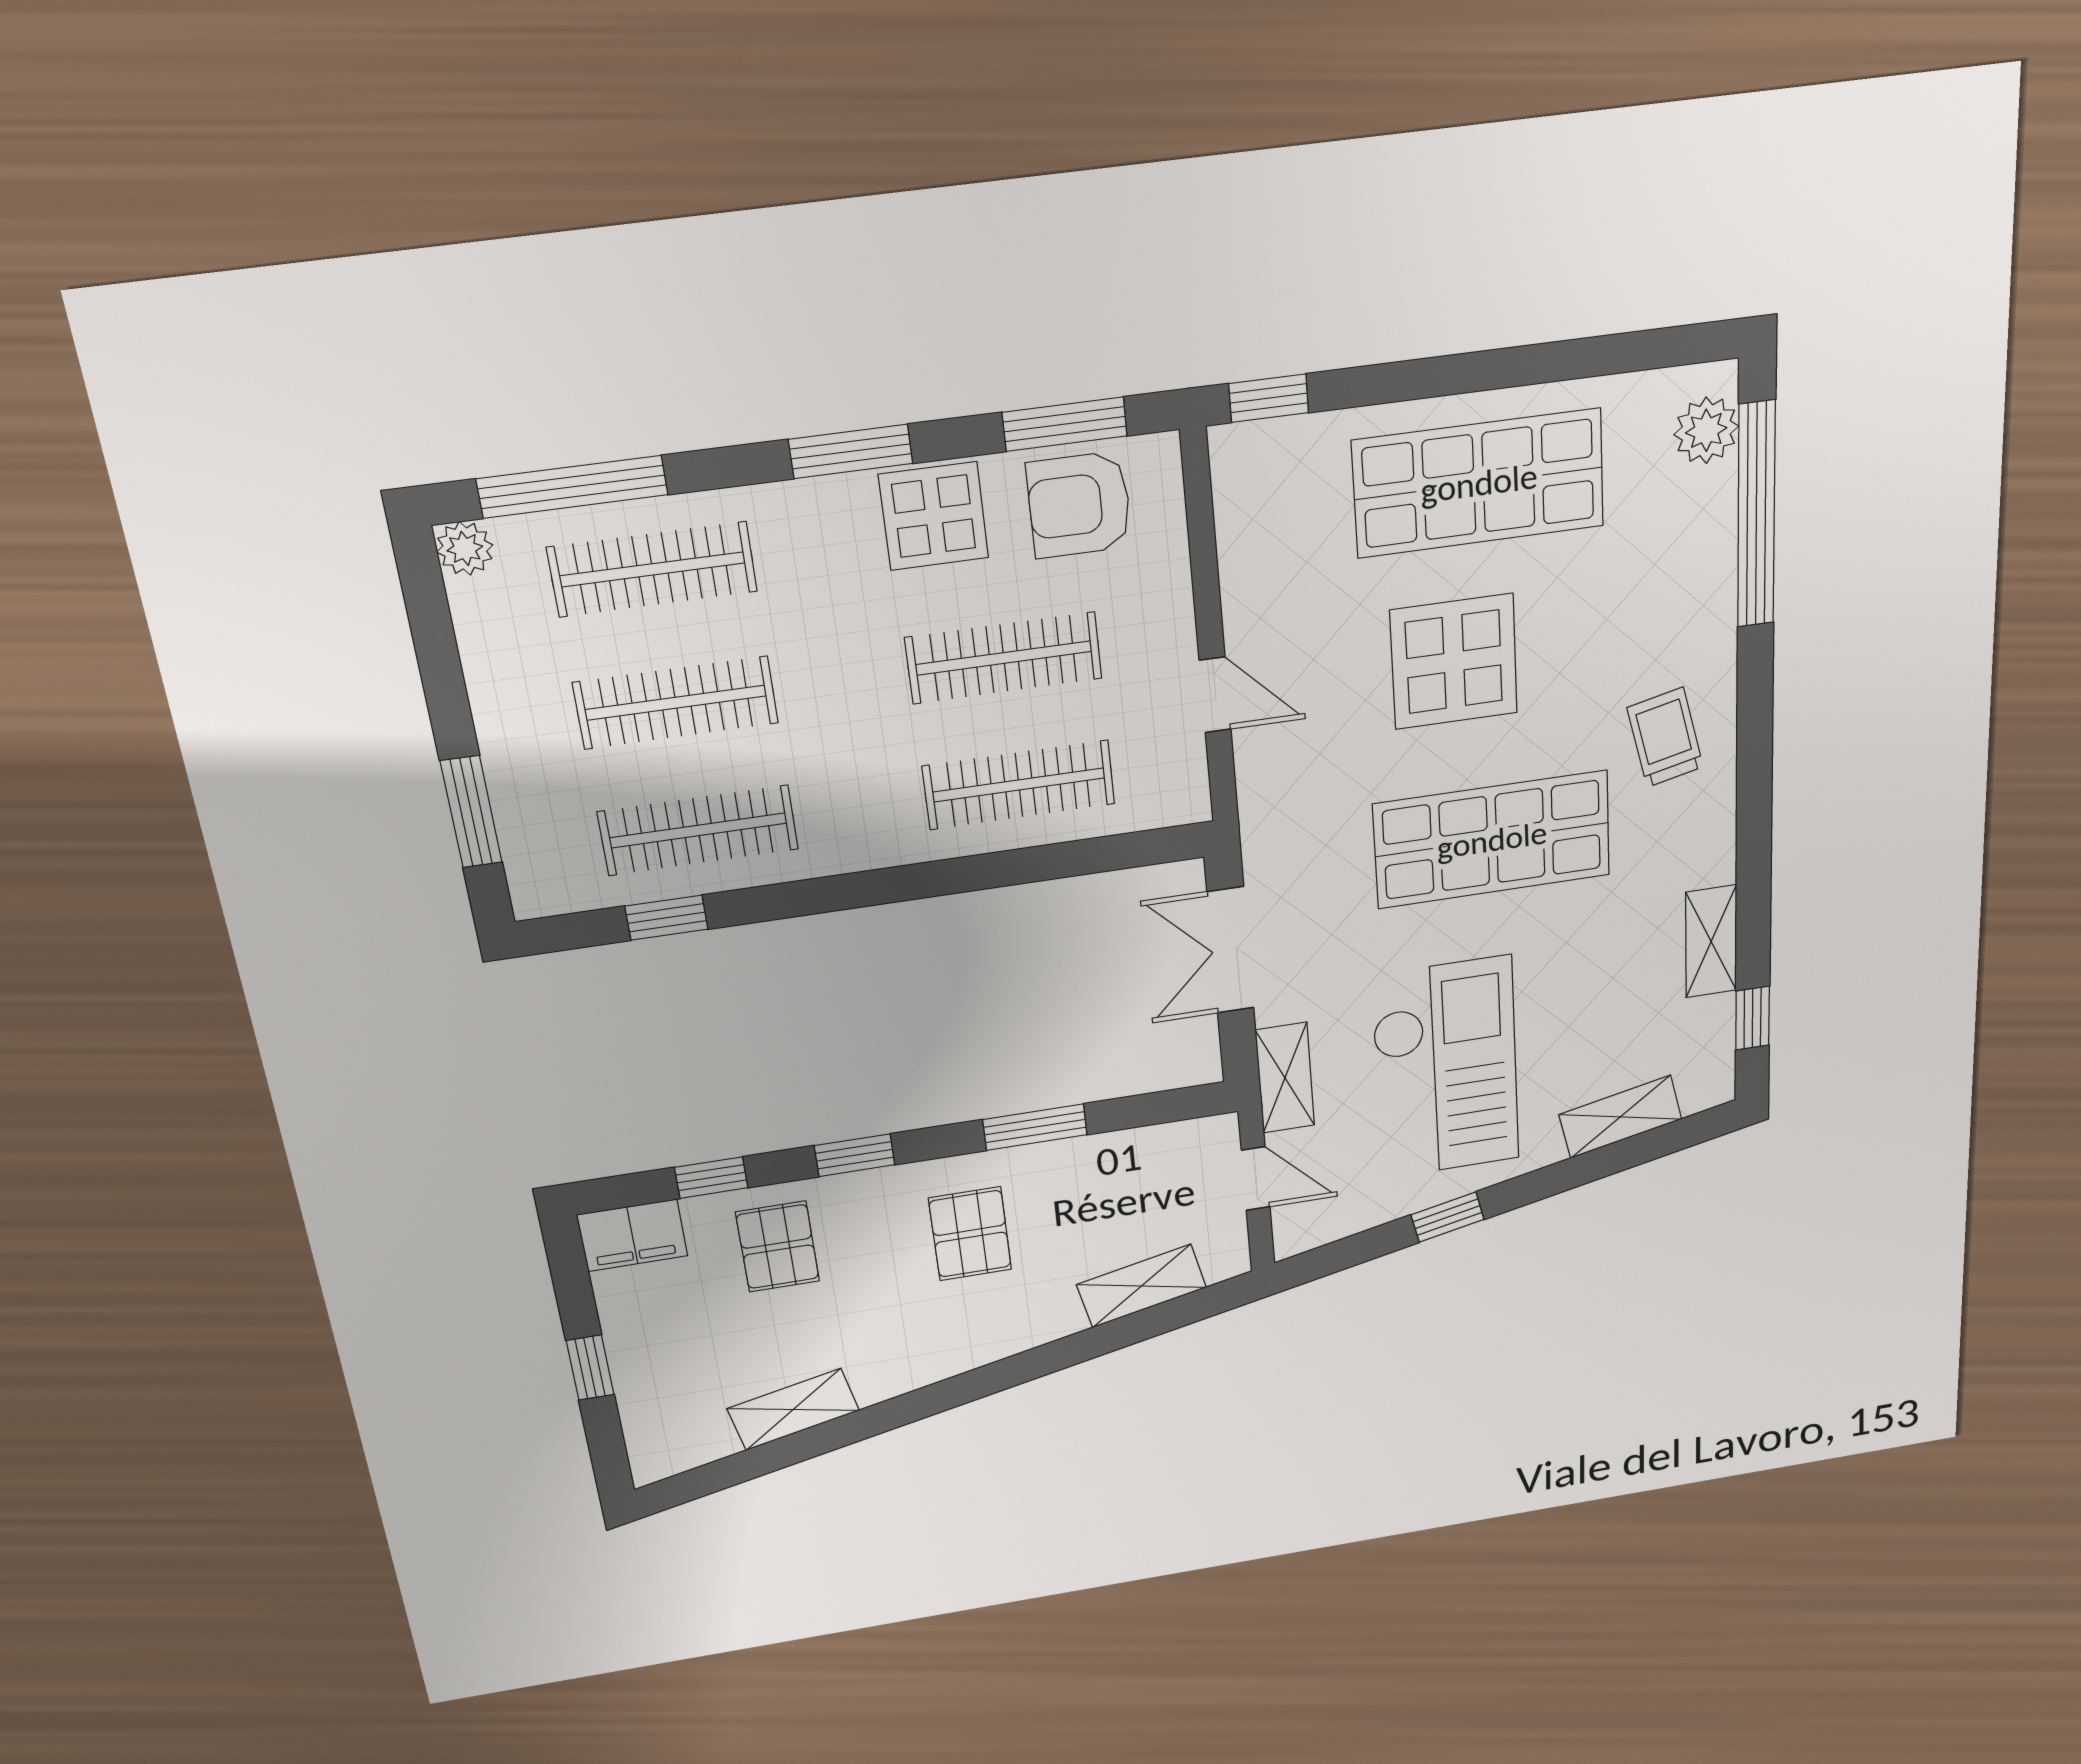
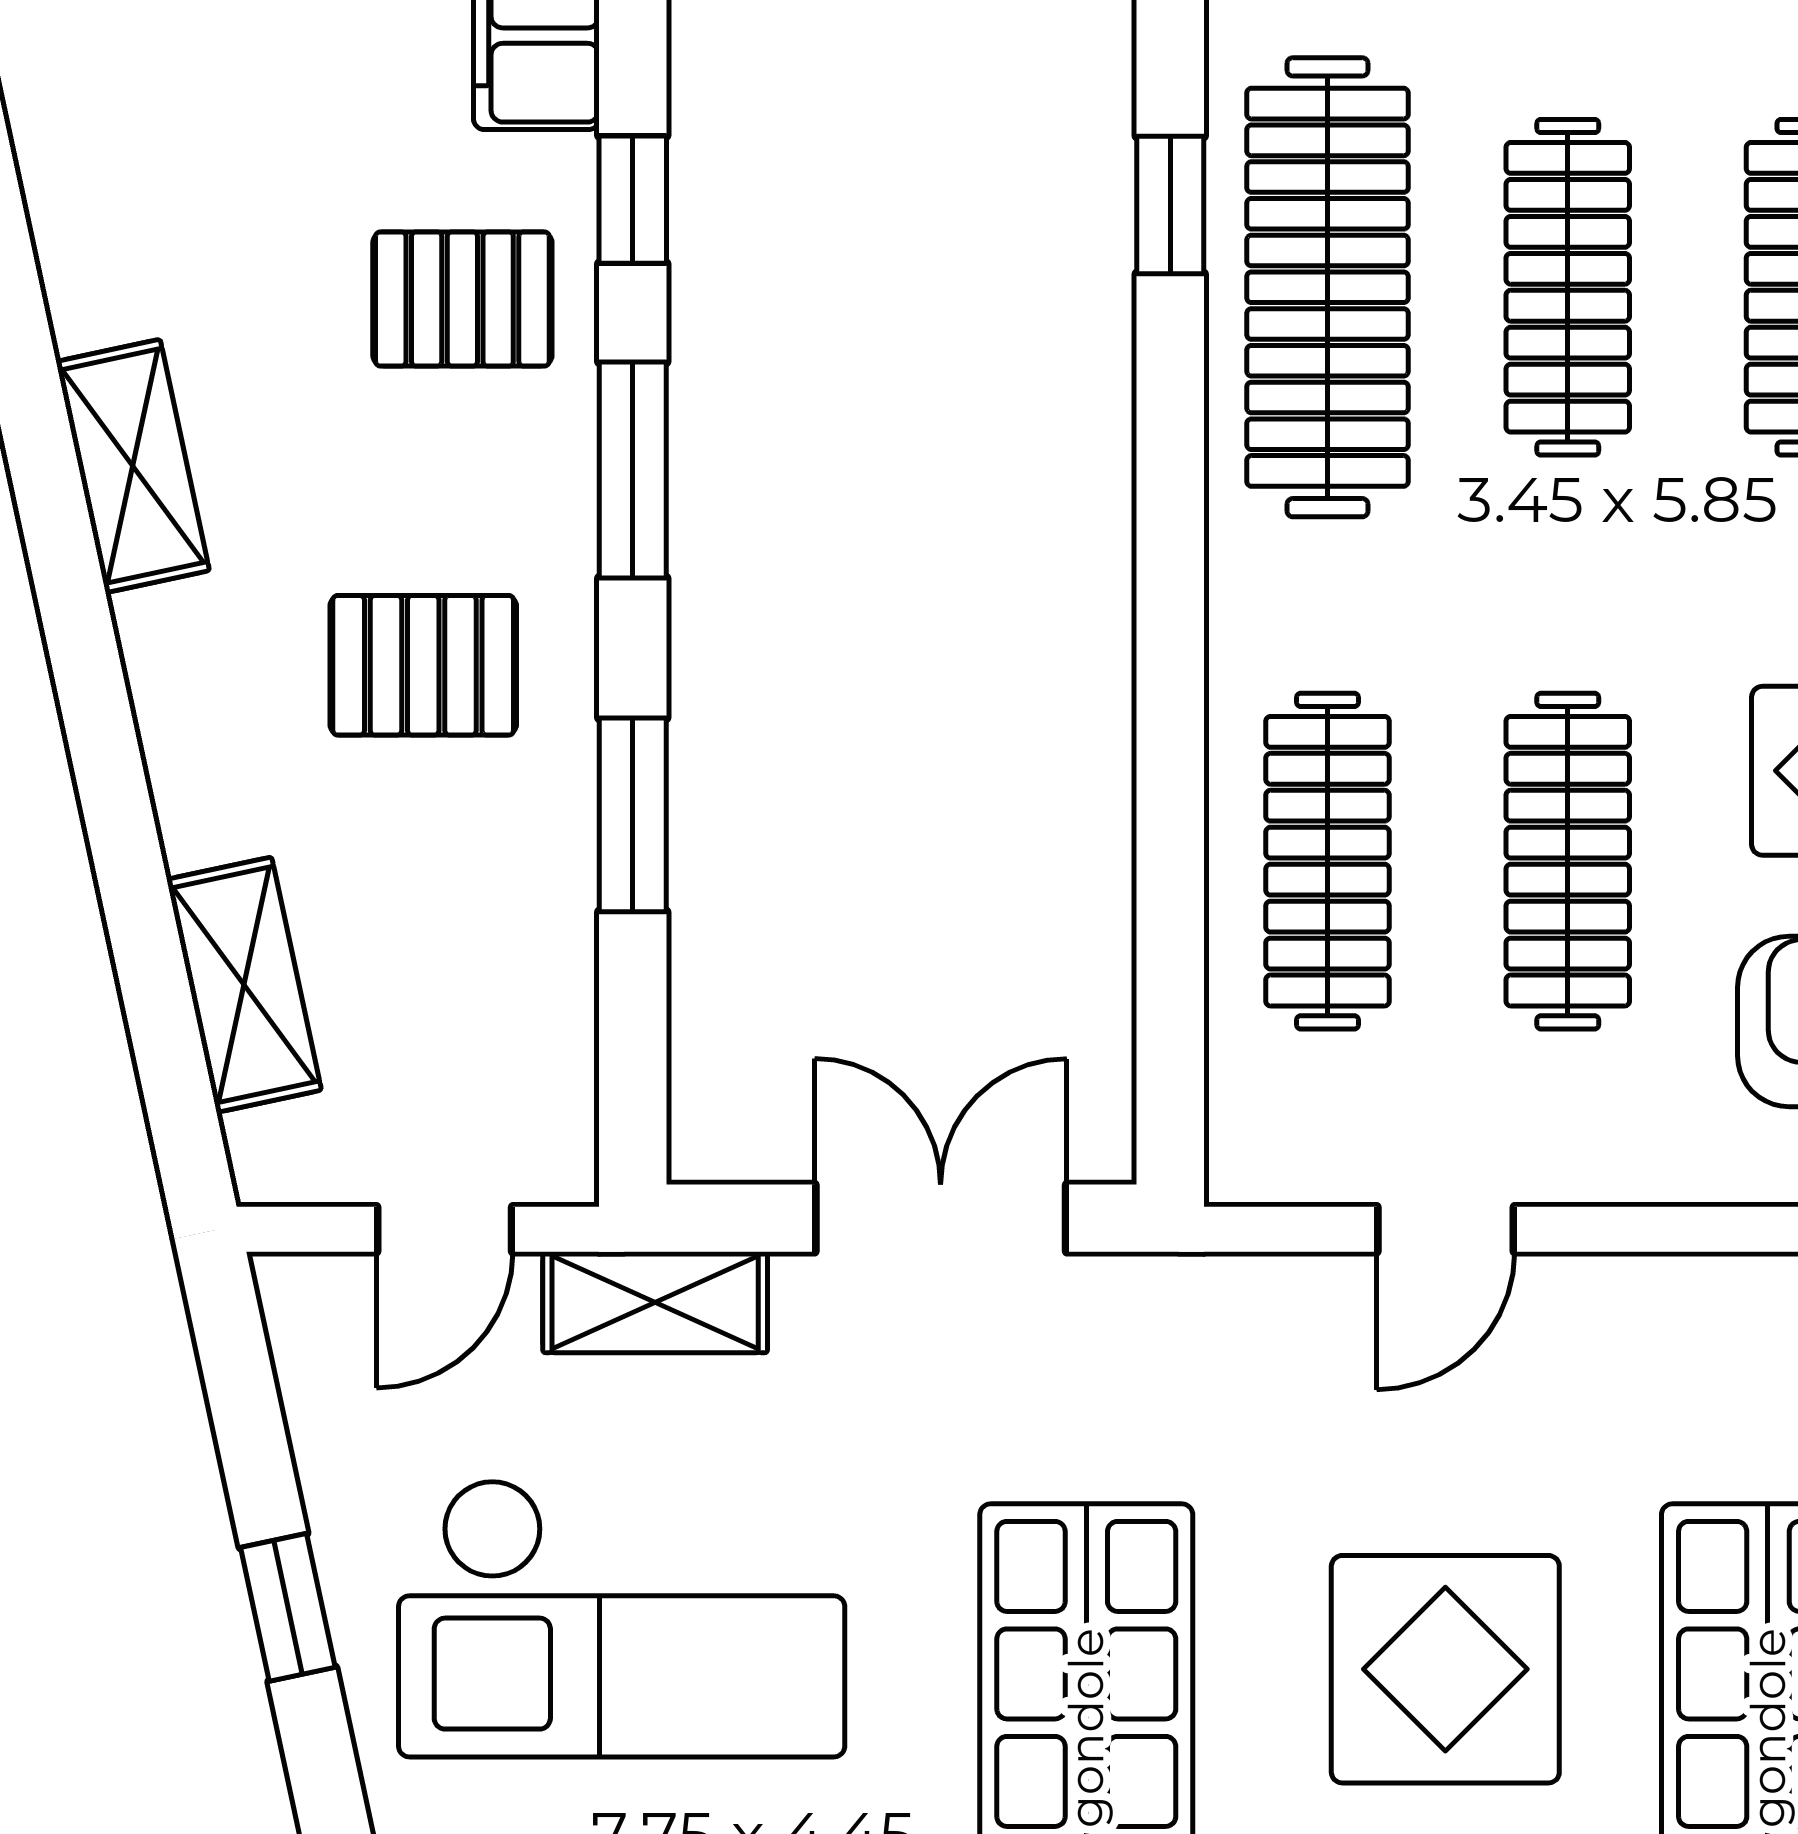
clothes rail: (698, 830) -> (1328, 287), width x1.37, depth x1.31
window: (855, 1155) -> (633, 470), width x1.50
shelving: (793, 1409) -> (133, 466), moved

